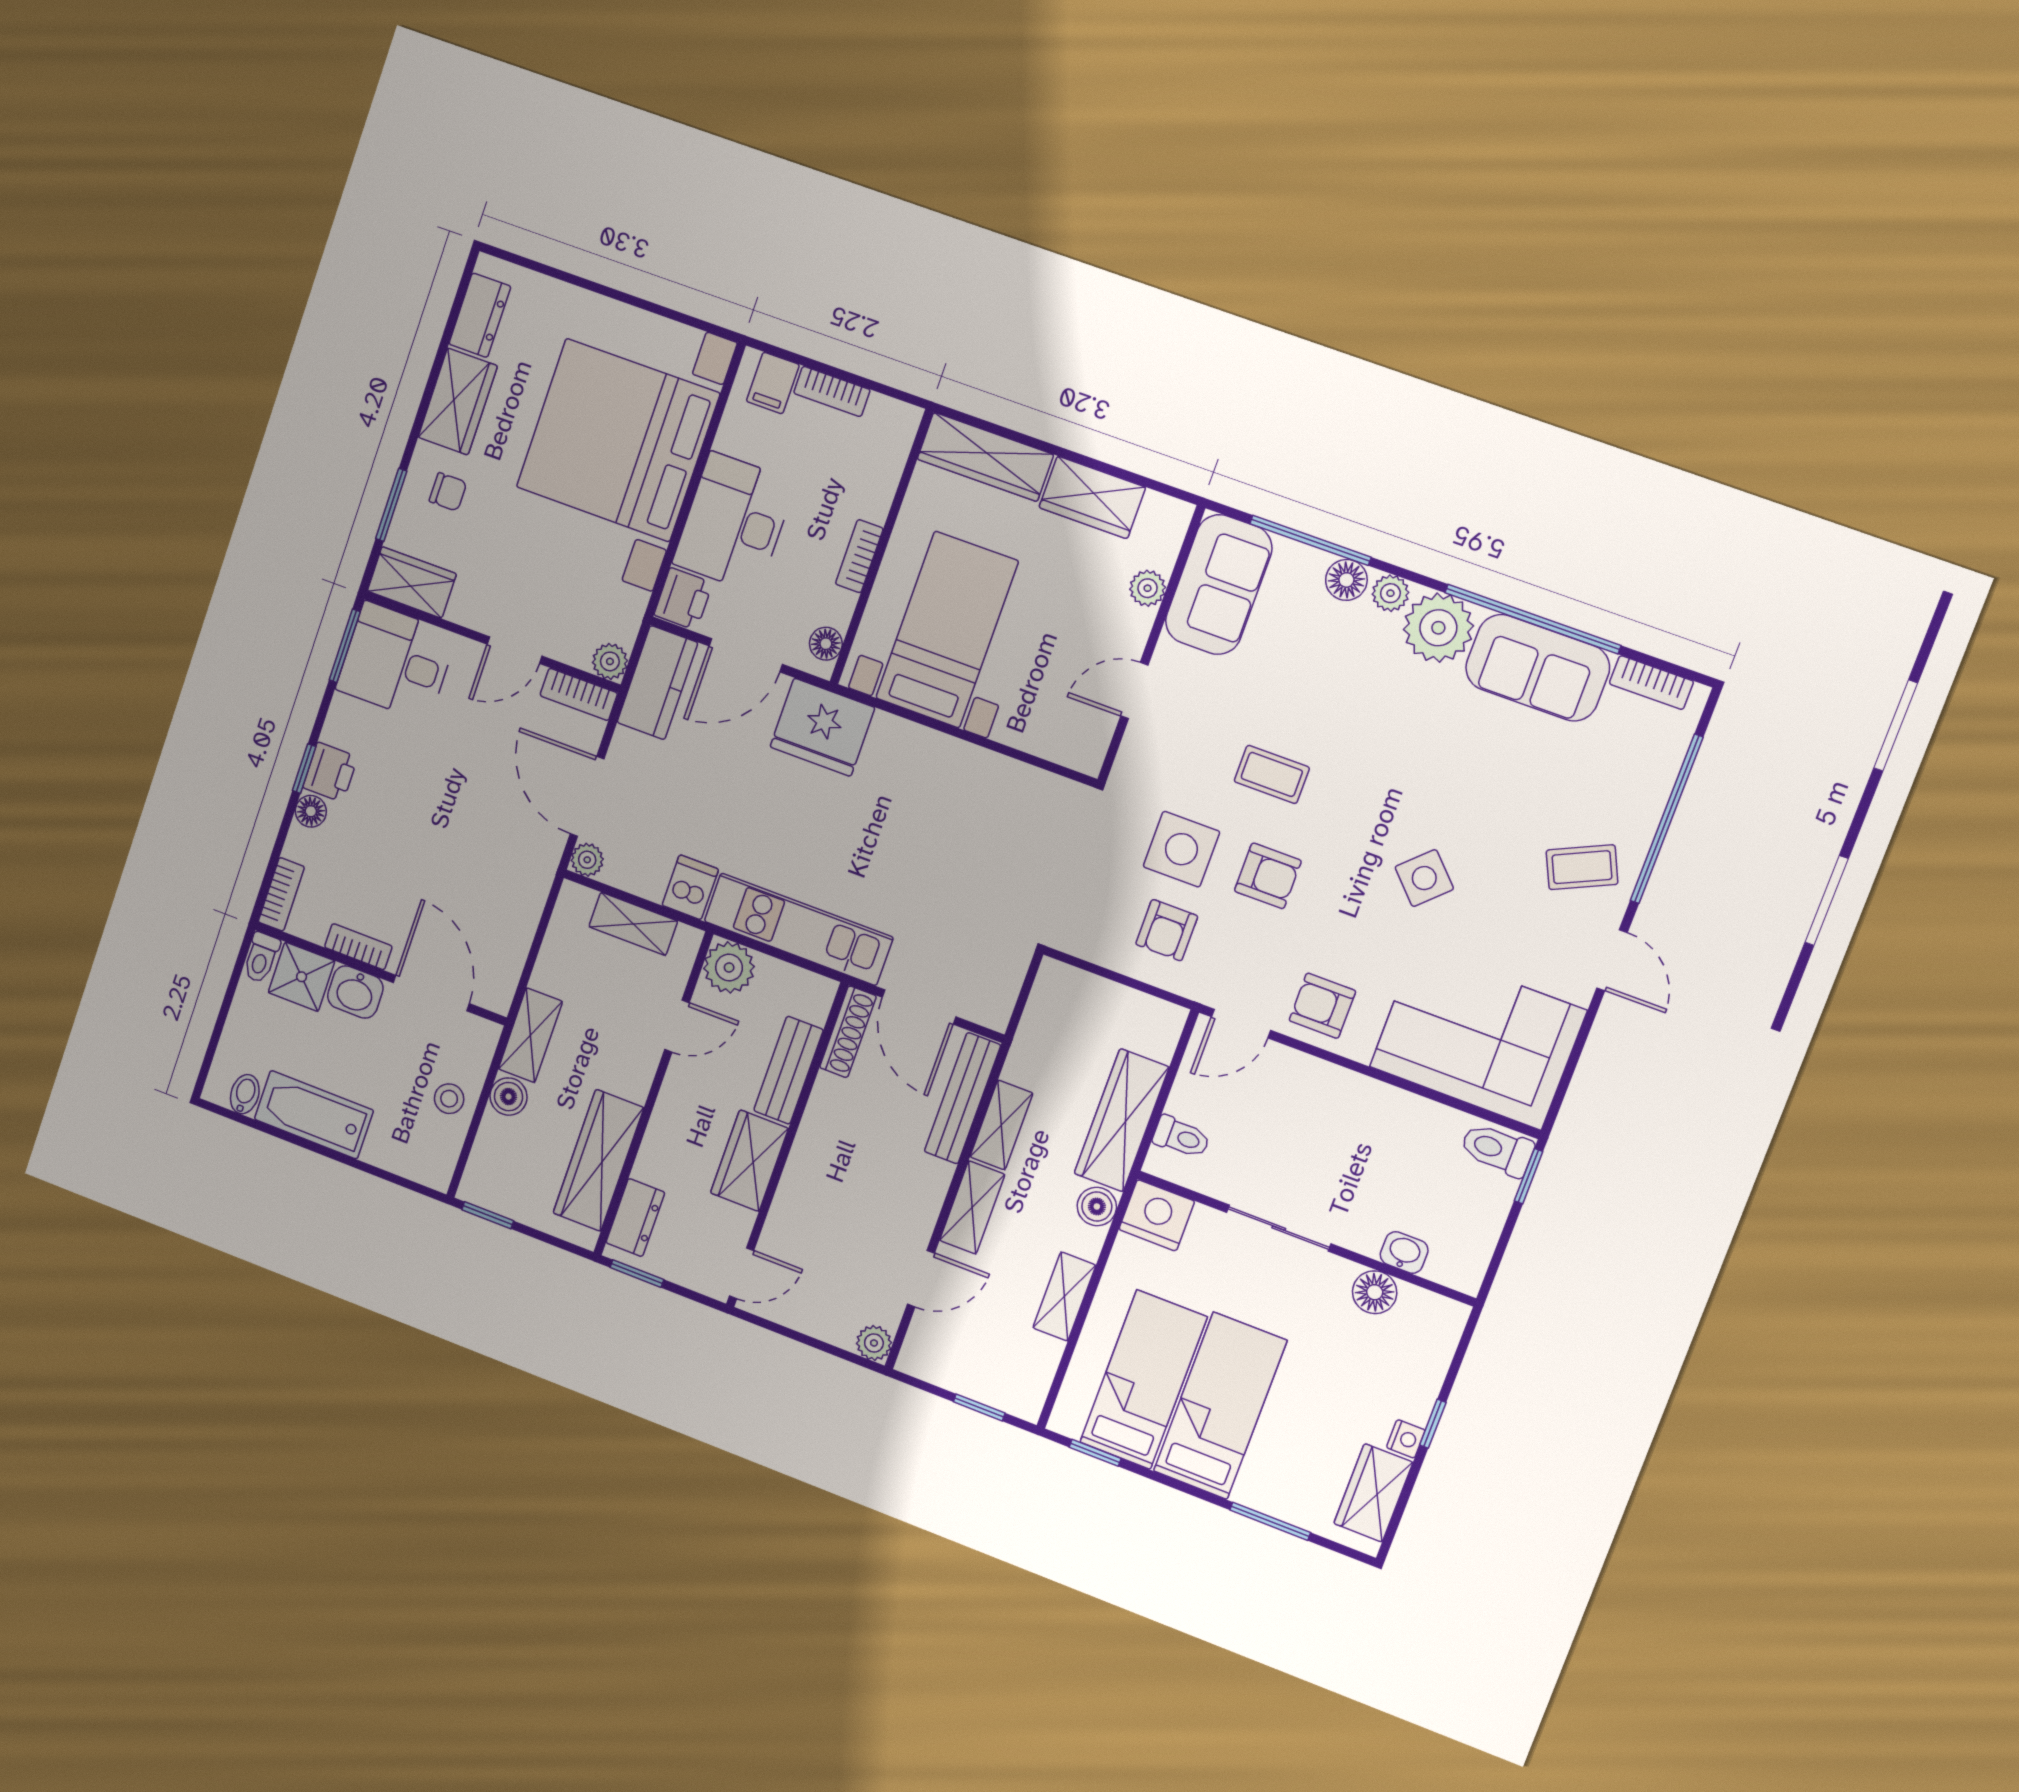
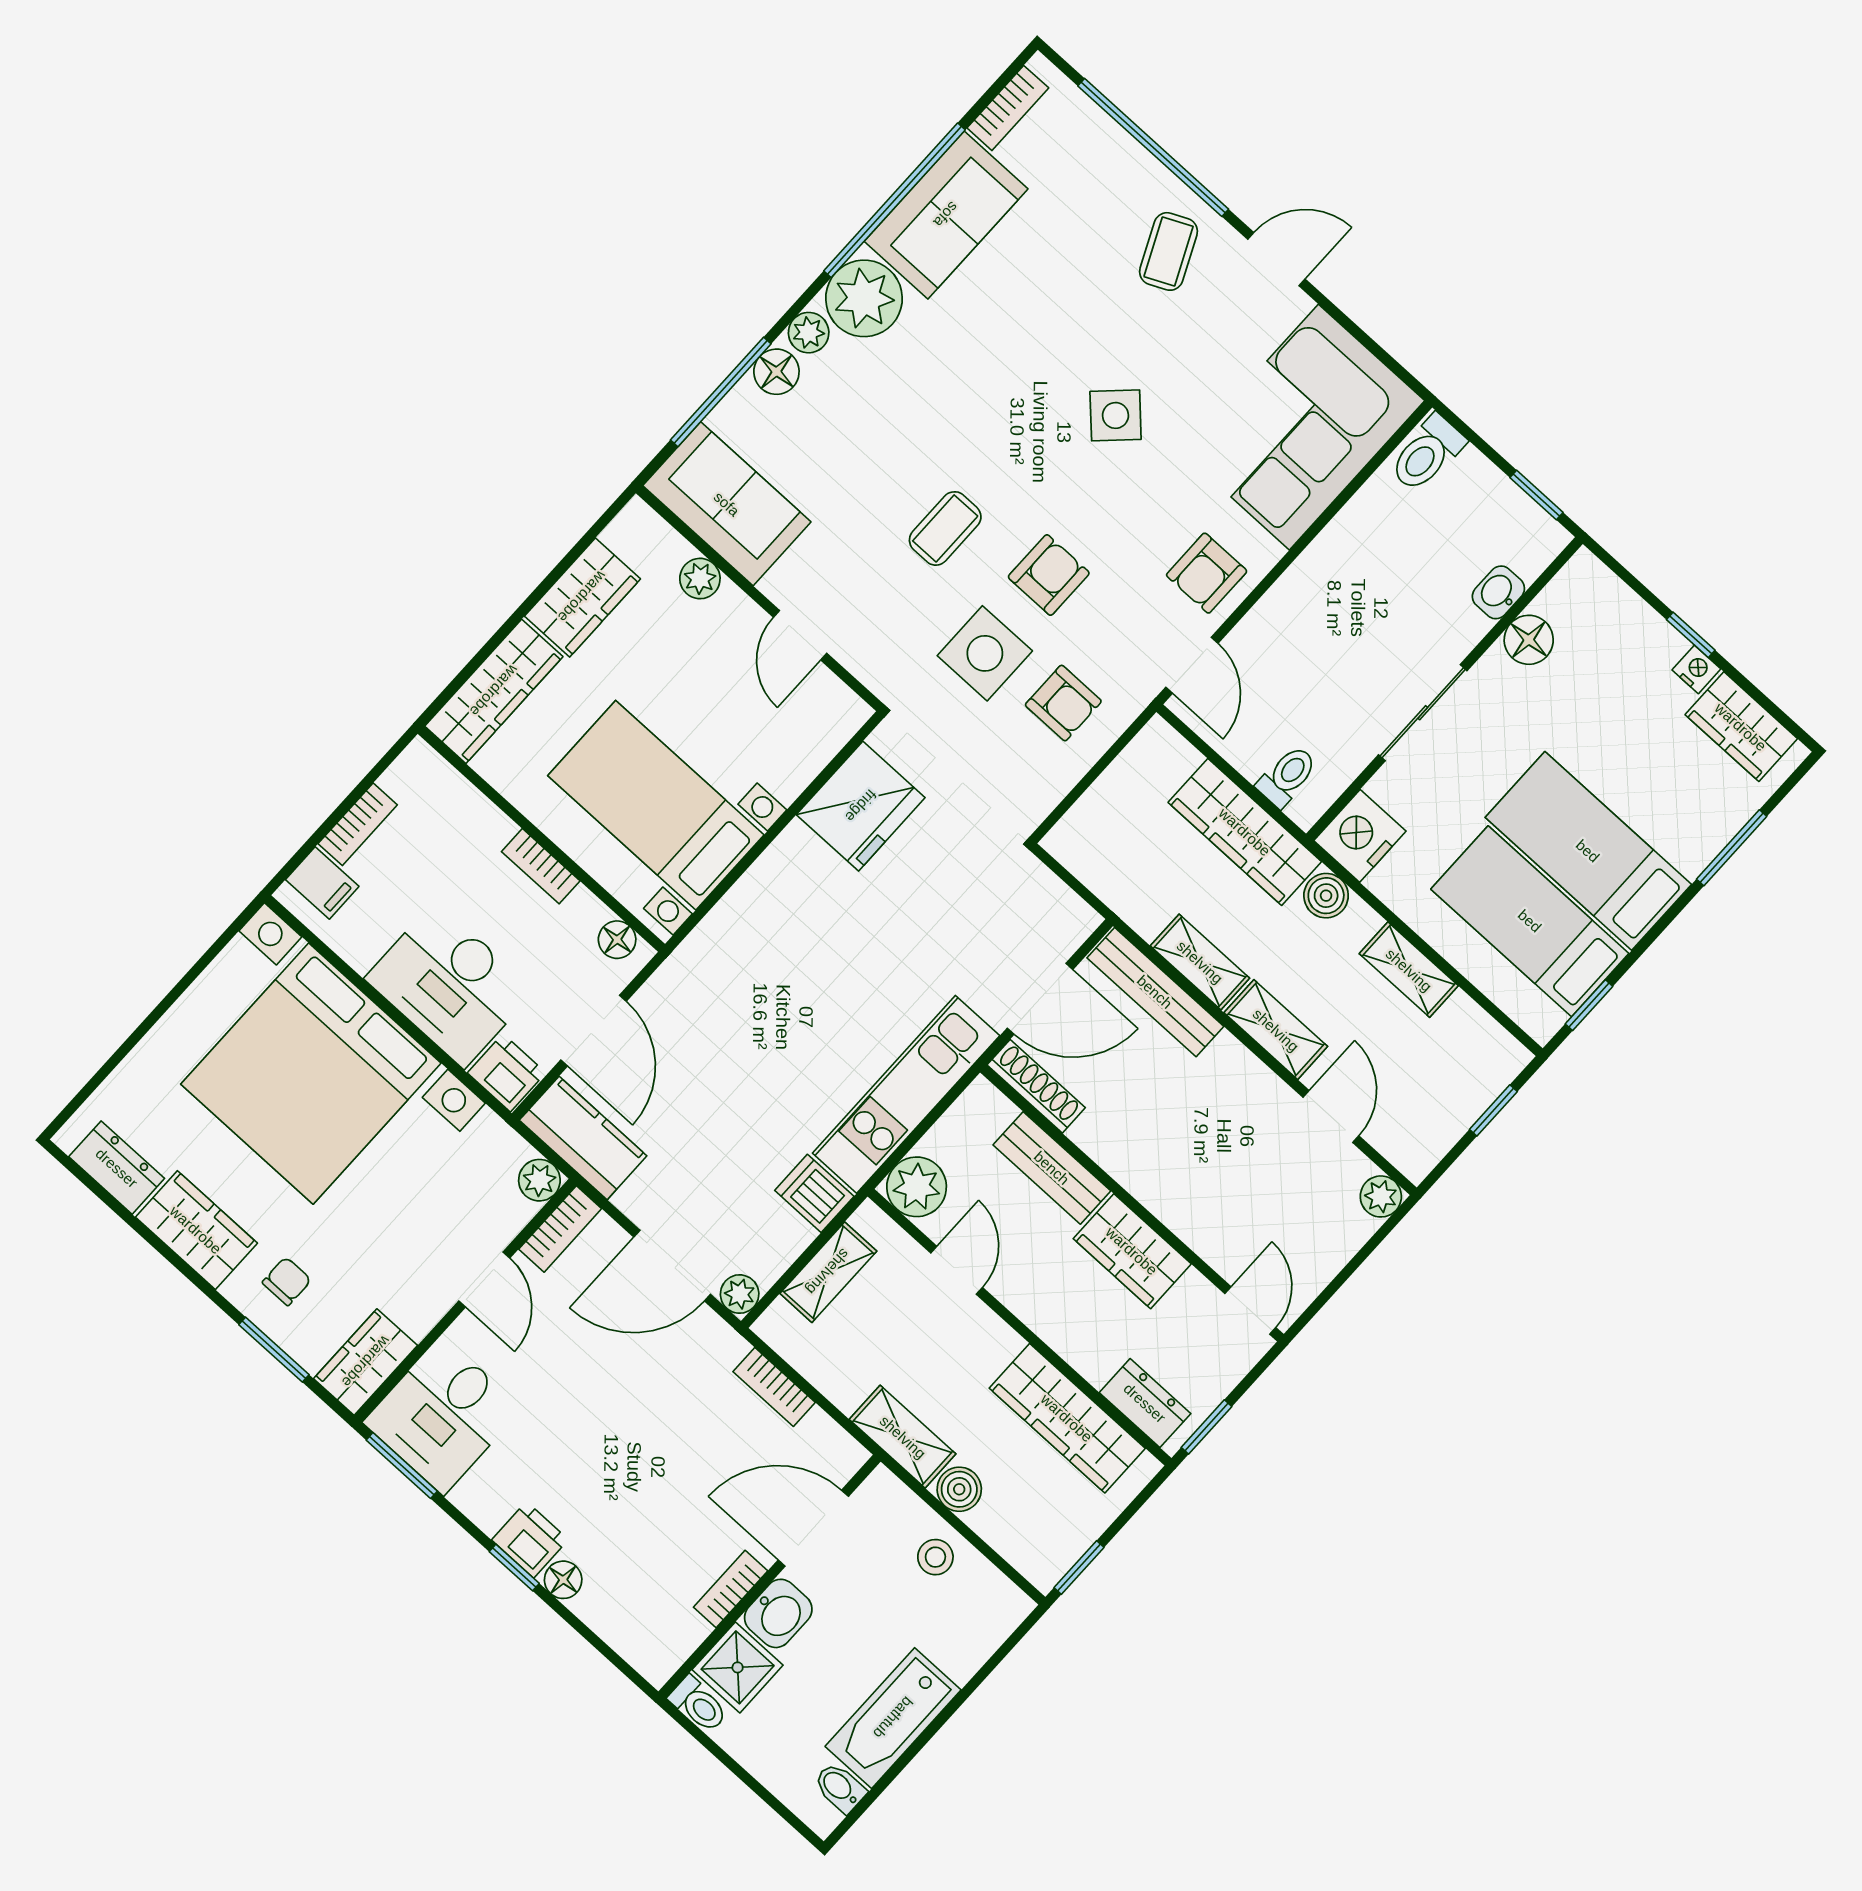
fridge: (822, 727) -> (861, 806), moved
bookcase: (281, 894) -> (774, 1387), moved, turned 180
window: (1529, 1176) -> (1536, 495), moved

